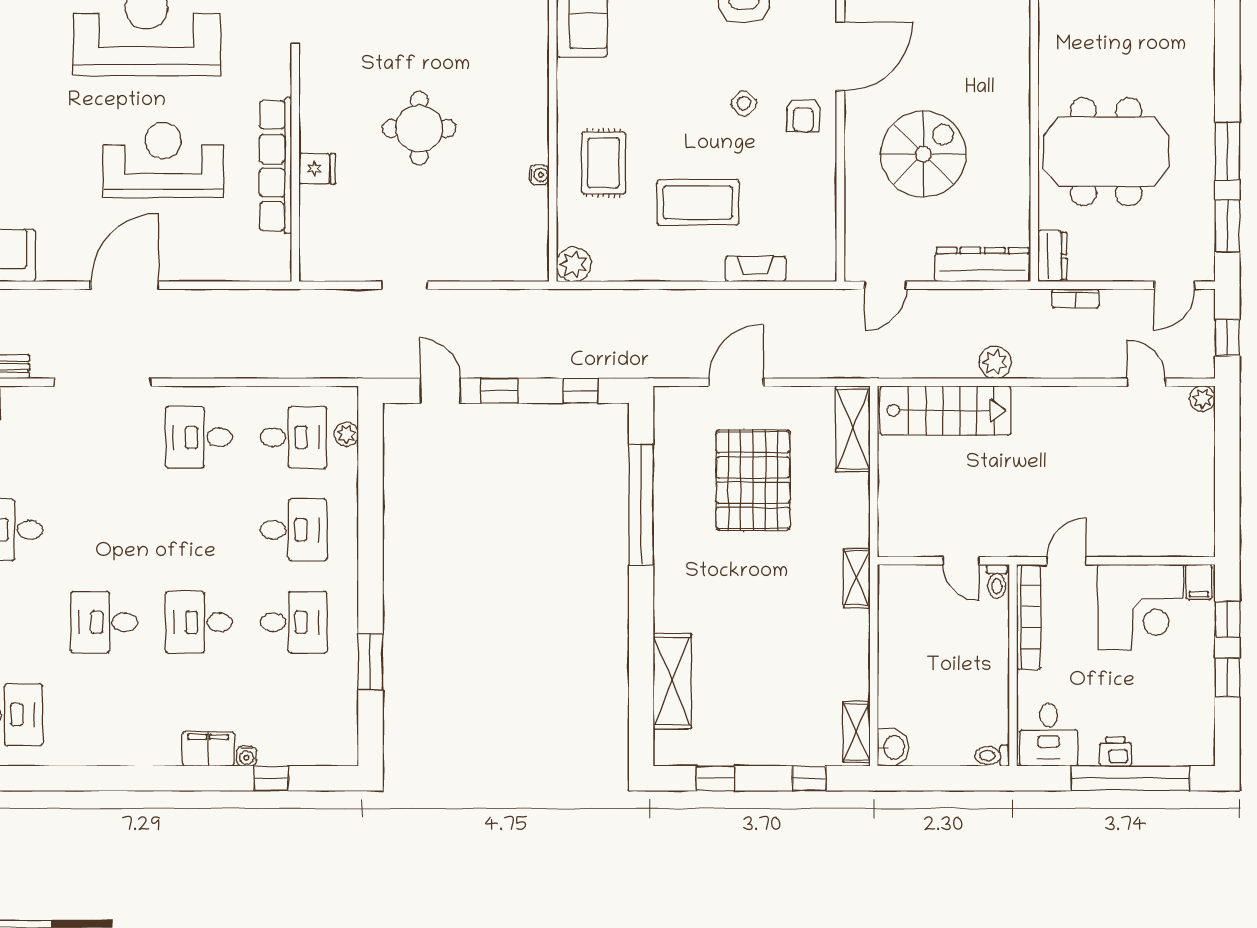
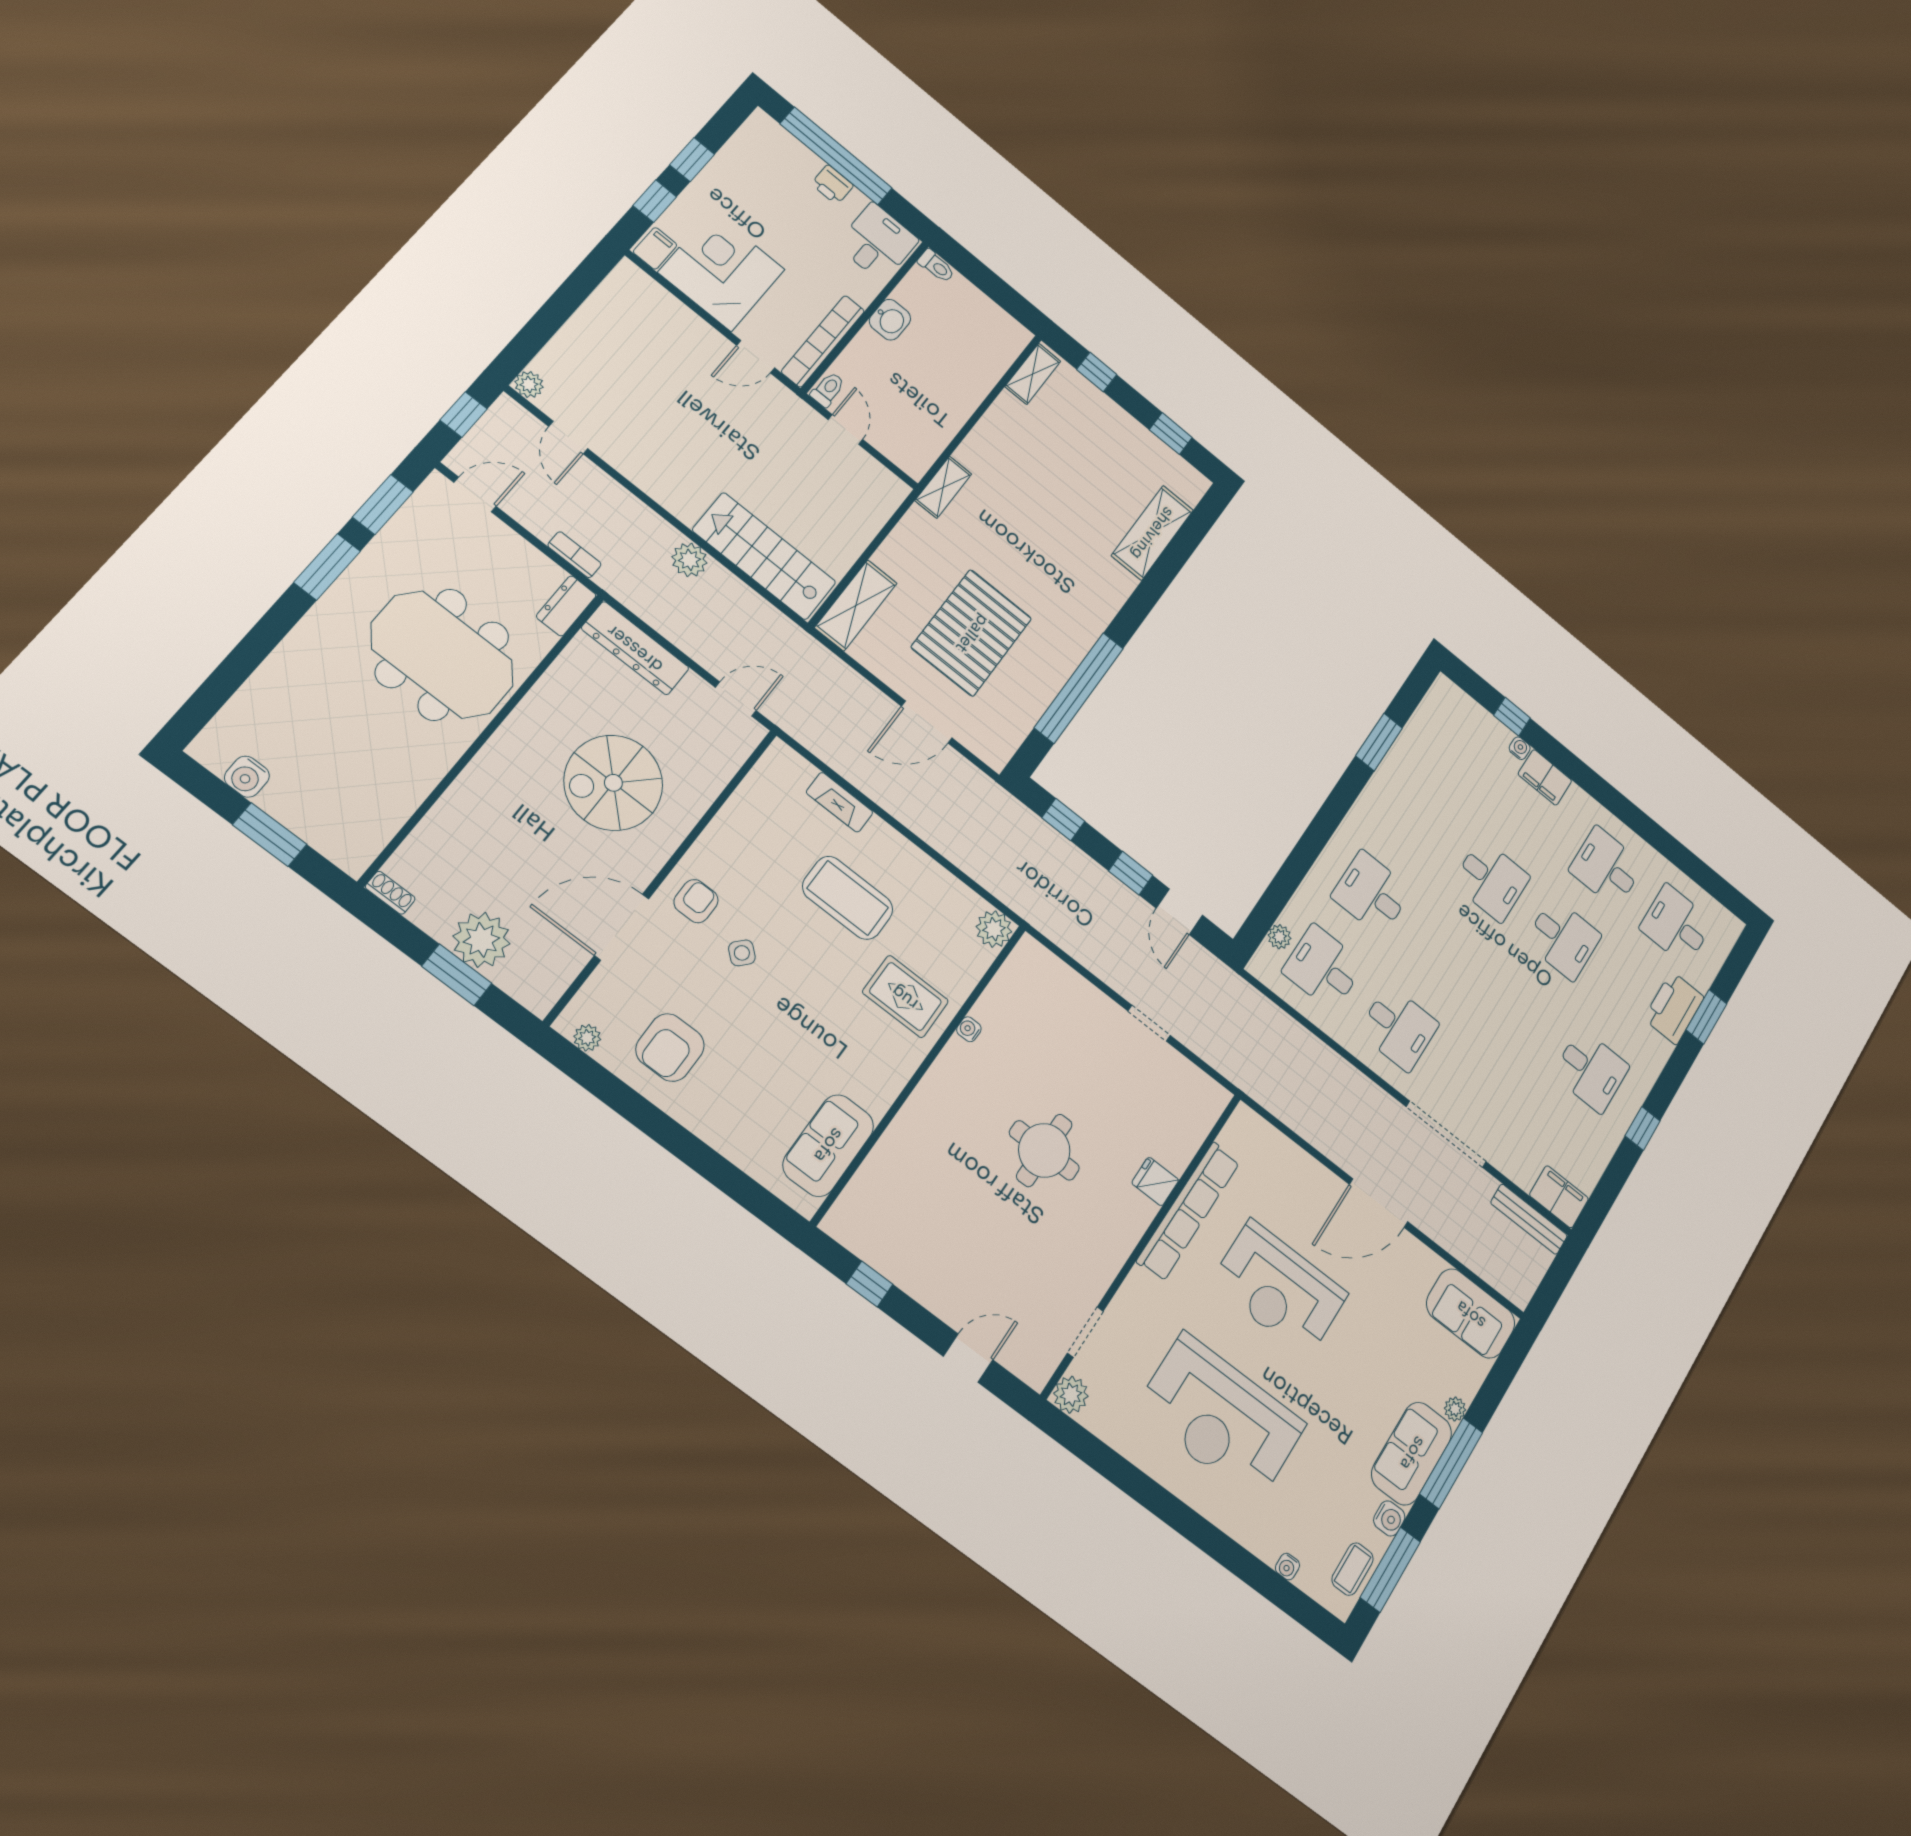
rug: (603, 163) -> (905, 997), turned 90
desk: (294, 622) -> (1606, 867), moved
washbasin: (893, 747) -> (890, 320), moved, turned 180

